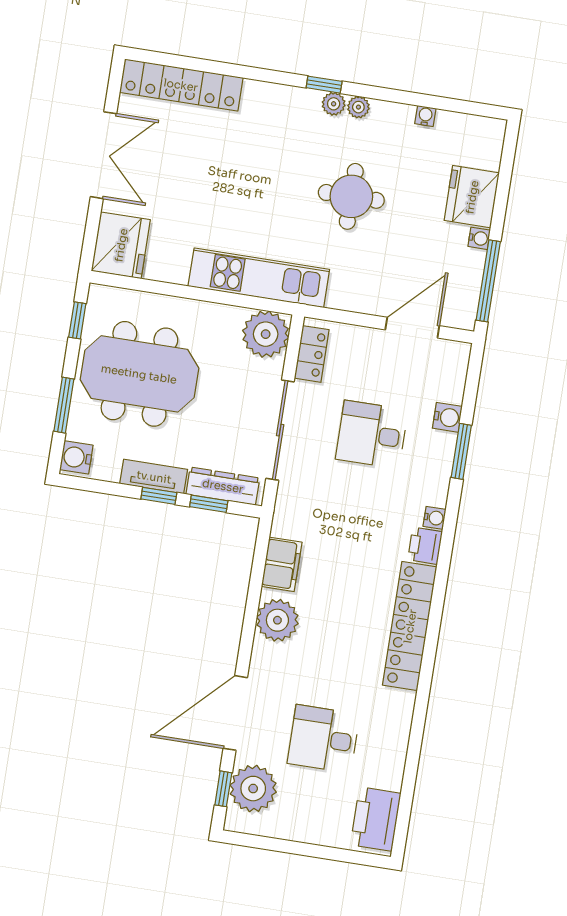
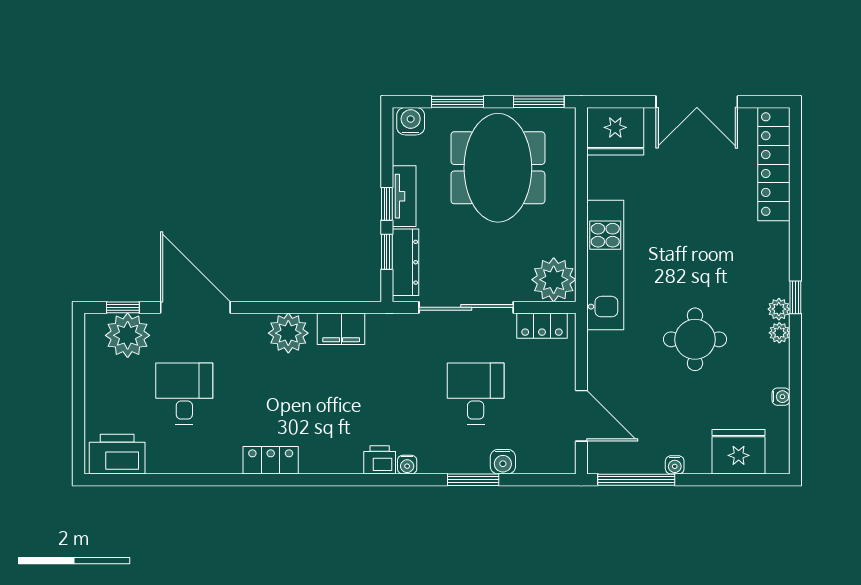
fridge: (472, 197) -> (739, 452), moved
window: (77, 320) -> (539, 102), width x1.50
locker: (410, 626) -> (271, 460), width x0.46, depth x0.83

